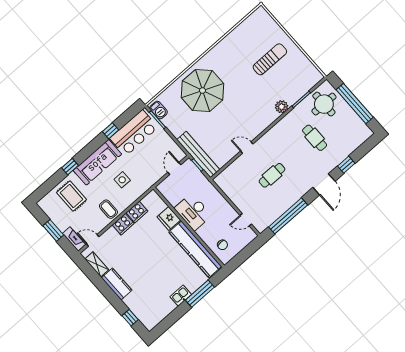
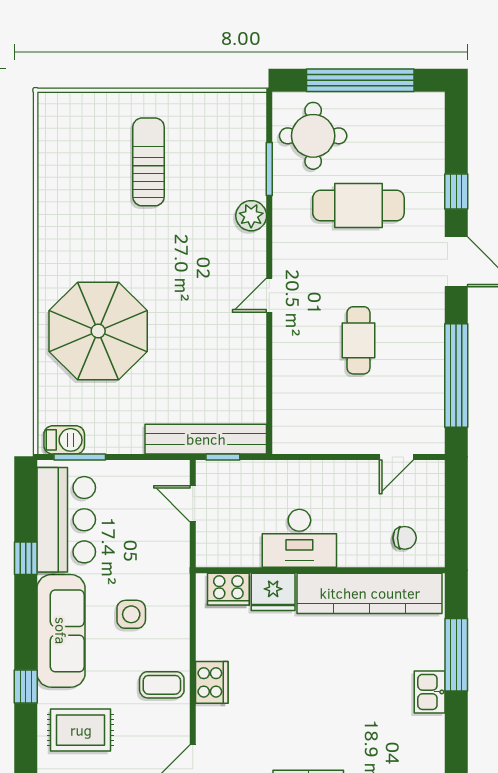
cafe table: (315, 138) -> (358, 206), width x1.37, depth x1.35
door: (247, 148) -> (269, 295), moved
cooker: (137, 212) -> (228, 589), moved, turned 90

